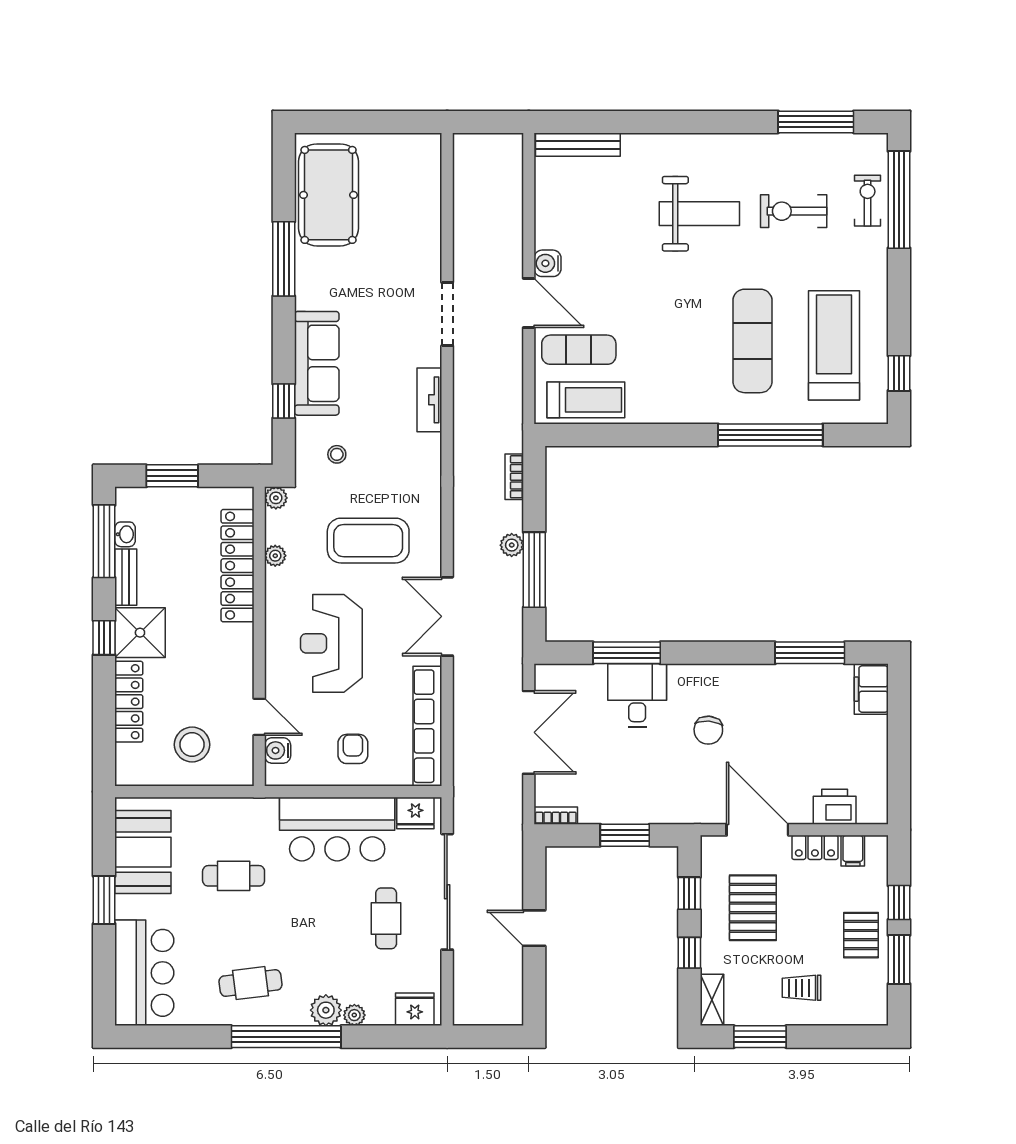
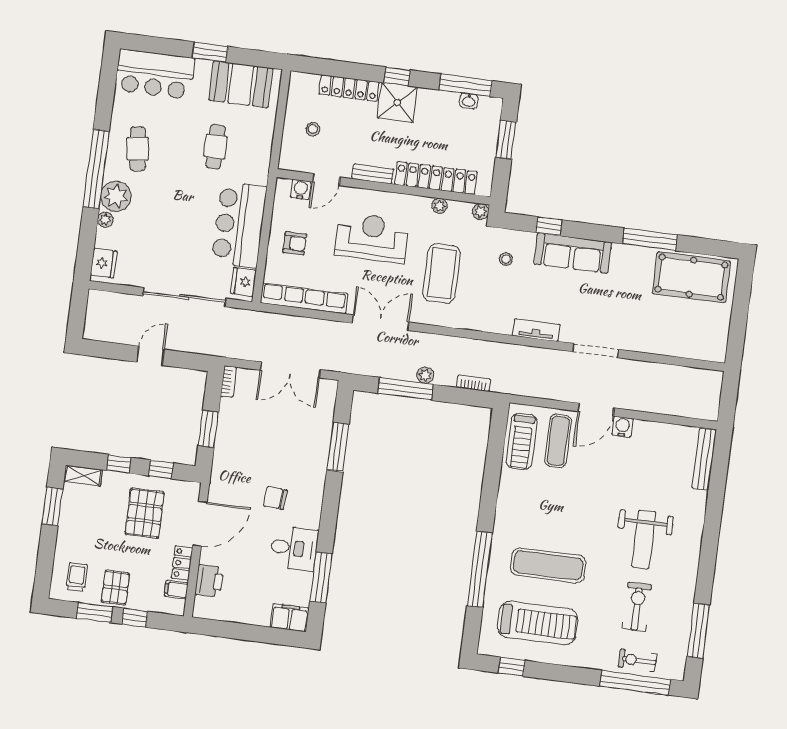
exercise bike: (868, 201) -> (638, 660), turned 180
bench: (126, 577) -> (373, 174), moved
desk: (637, 695) -> (294, 548), moved
stool: (192, 745) -> (313, 129), width x0.53, depth x0.53
pallet: (753, 908) -> (145, 513), turned 90
cafe table: (386, 918) -> (171, 251), removed
pallet: (861, 935) -> (115, 588), turned 90
trolley: (801, 988) -> (77, 577), moved
plant: (326, 1010) -> (116, 196), width x1.36, depth x1.36

